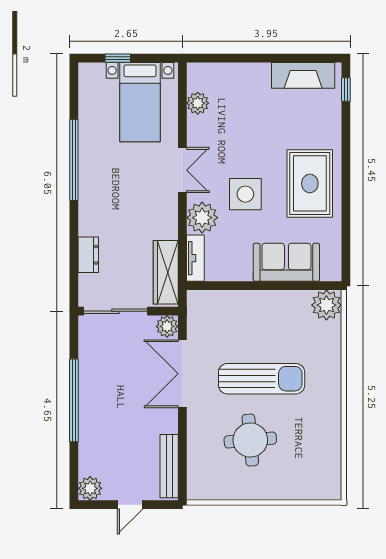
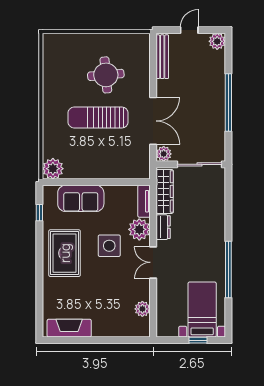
window: (346, 89) -> (39, 213), moved
bed with nightstands: (140, 102) -> (202, 310), moved
dresser: (88, 255) -> (163, 227), moved, turned 180

